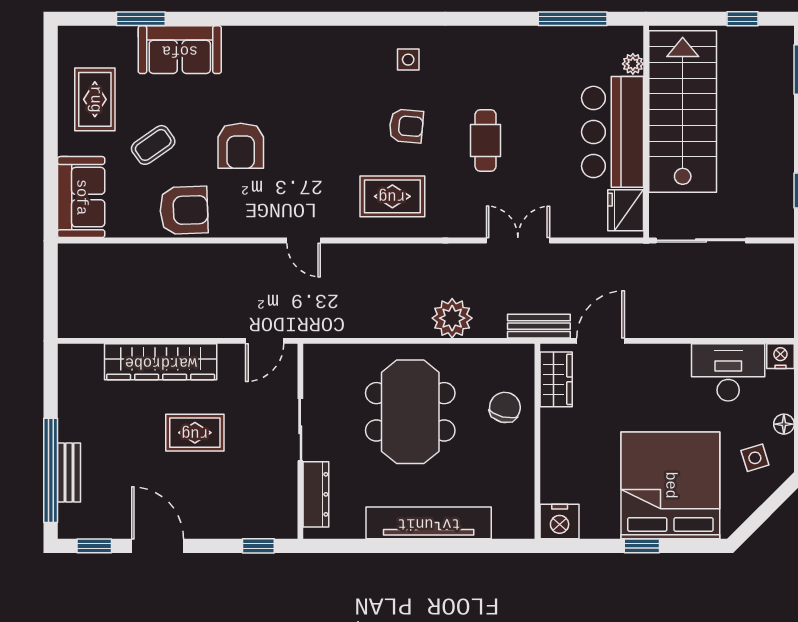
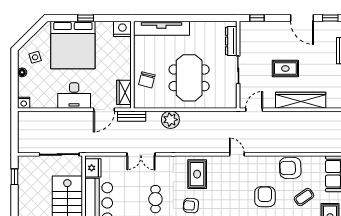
rug: (392, 196) -> (197, 174), turned 90
desk: (728, 372) -> (74, 95), moved
tv unit: (429, 523) -> (161, 28), moved

